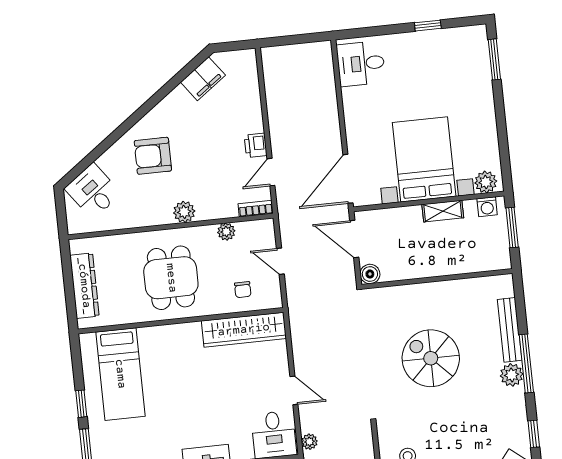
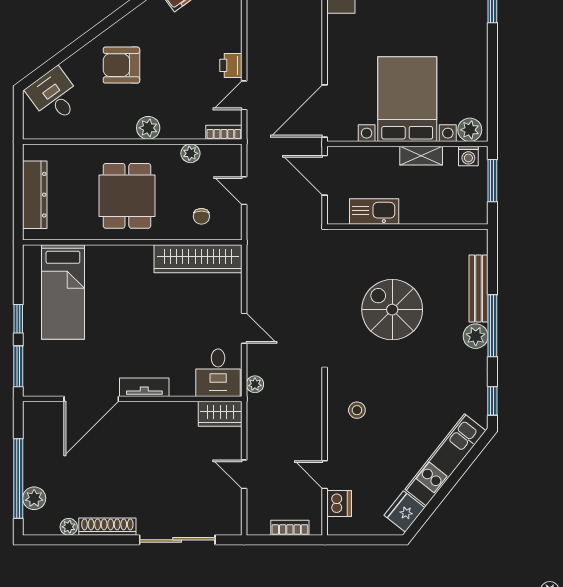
kitchen sink: (404, 268) -> (374, 211), added
boiler: (370, 274) -> (337, 214), removed

